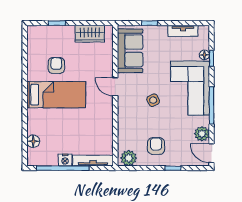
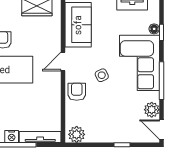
door: (115, 87) -> (63, 62), hinge flipped
armchair: (156, 146) -> (77, 92), moved

